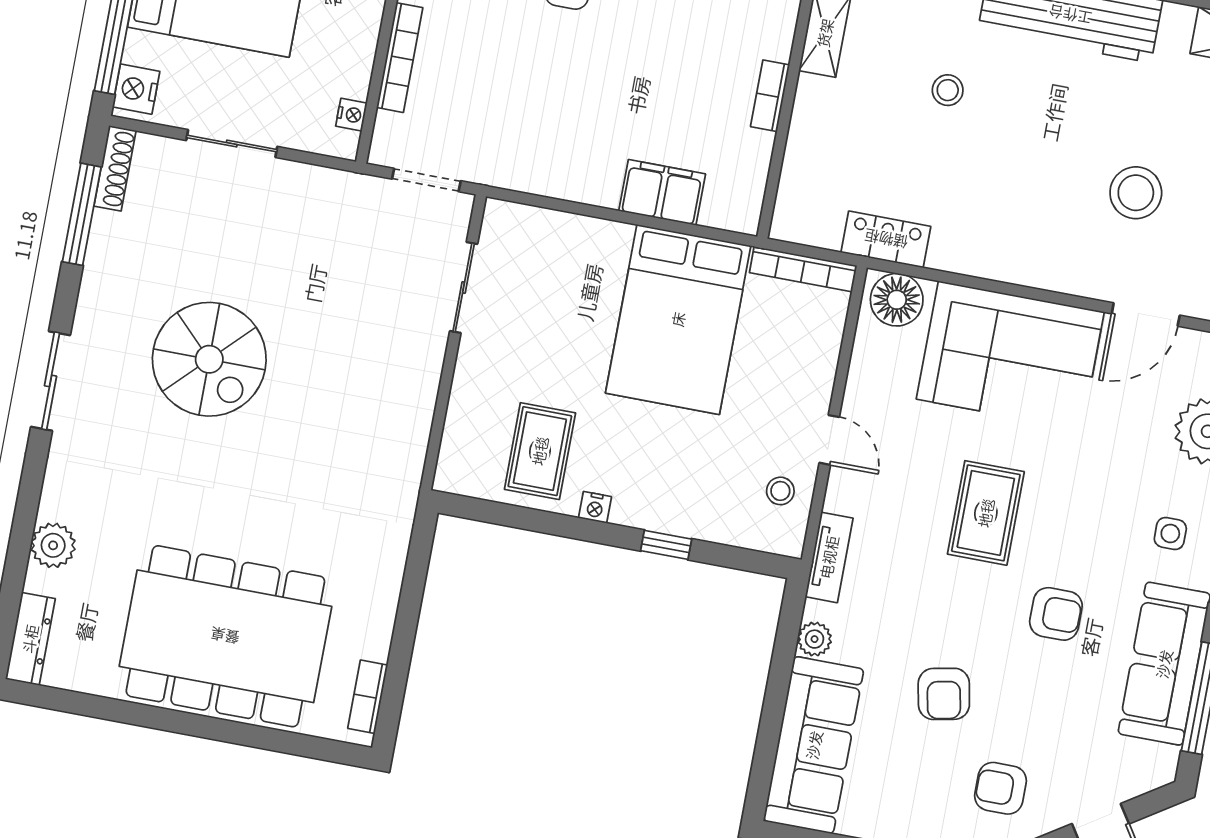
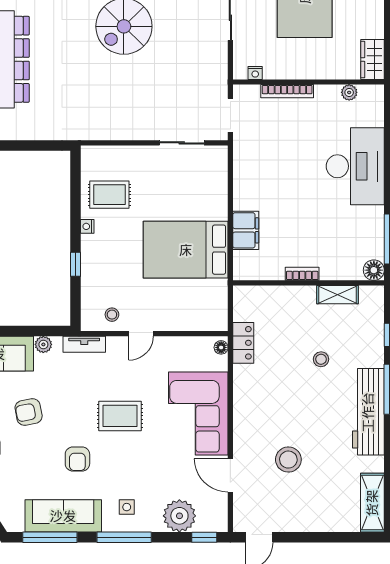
bookcase: (803, 269) -> (221, 306), removed
floor lamp: (897, 300) -> (221, 347), width x0.53, depth x0.53

